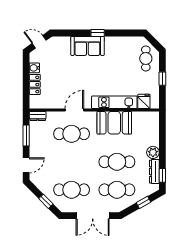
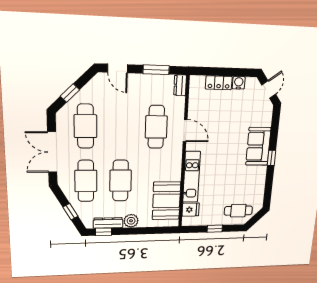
booth: (114, 123) -> (166, 201), moved

